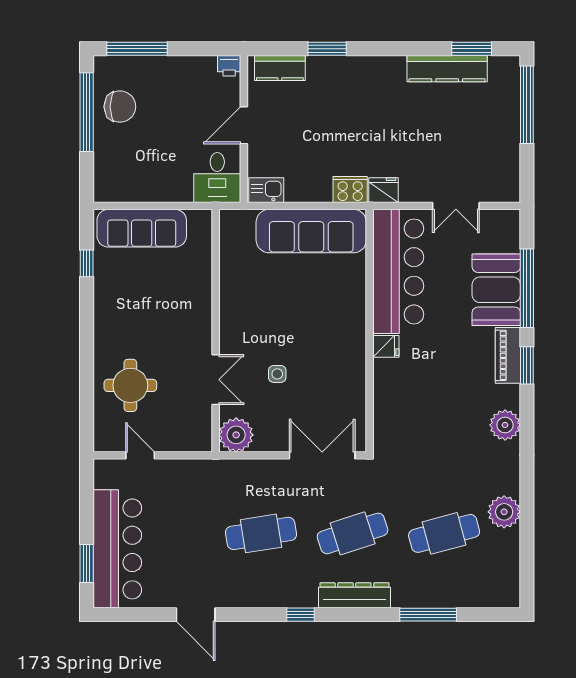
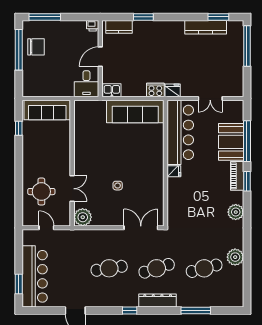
wall: (216, 331) -> (72, 163), moved
double door: (216, 380) -> (72, 189), moved
plant: (236, 435) -> (83, 217), moved

